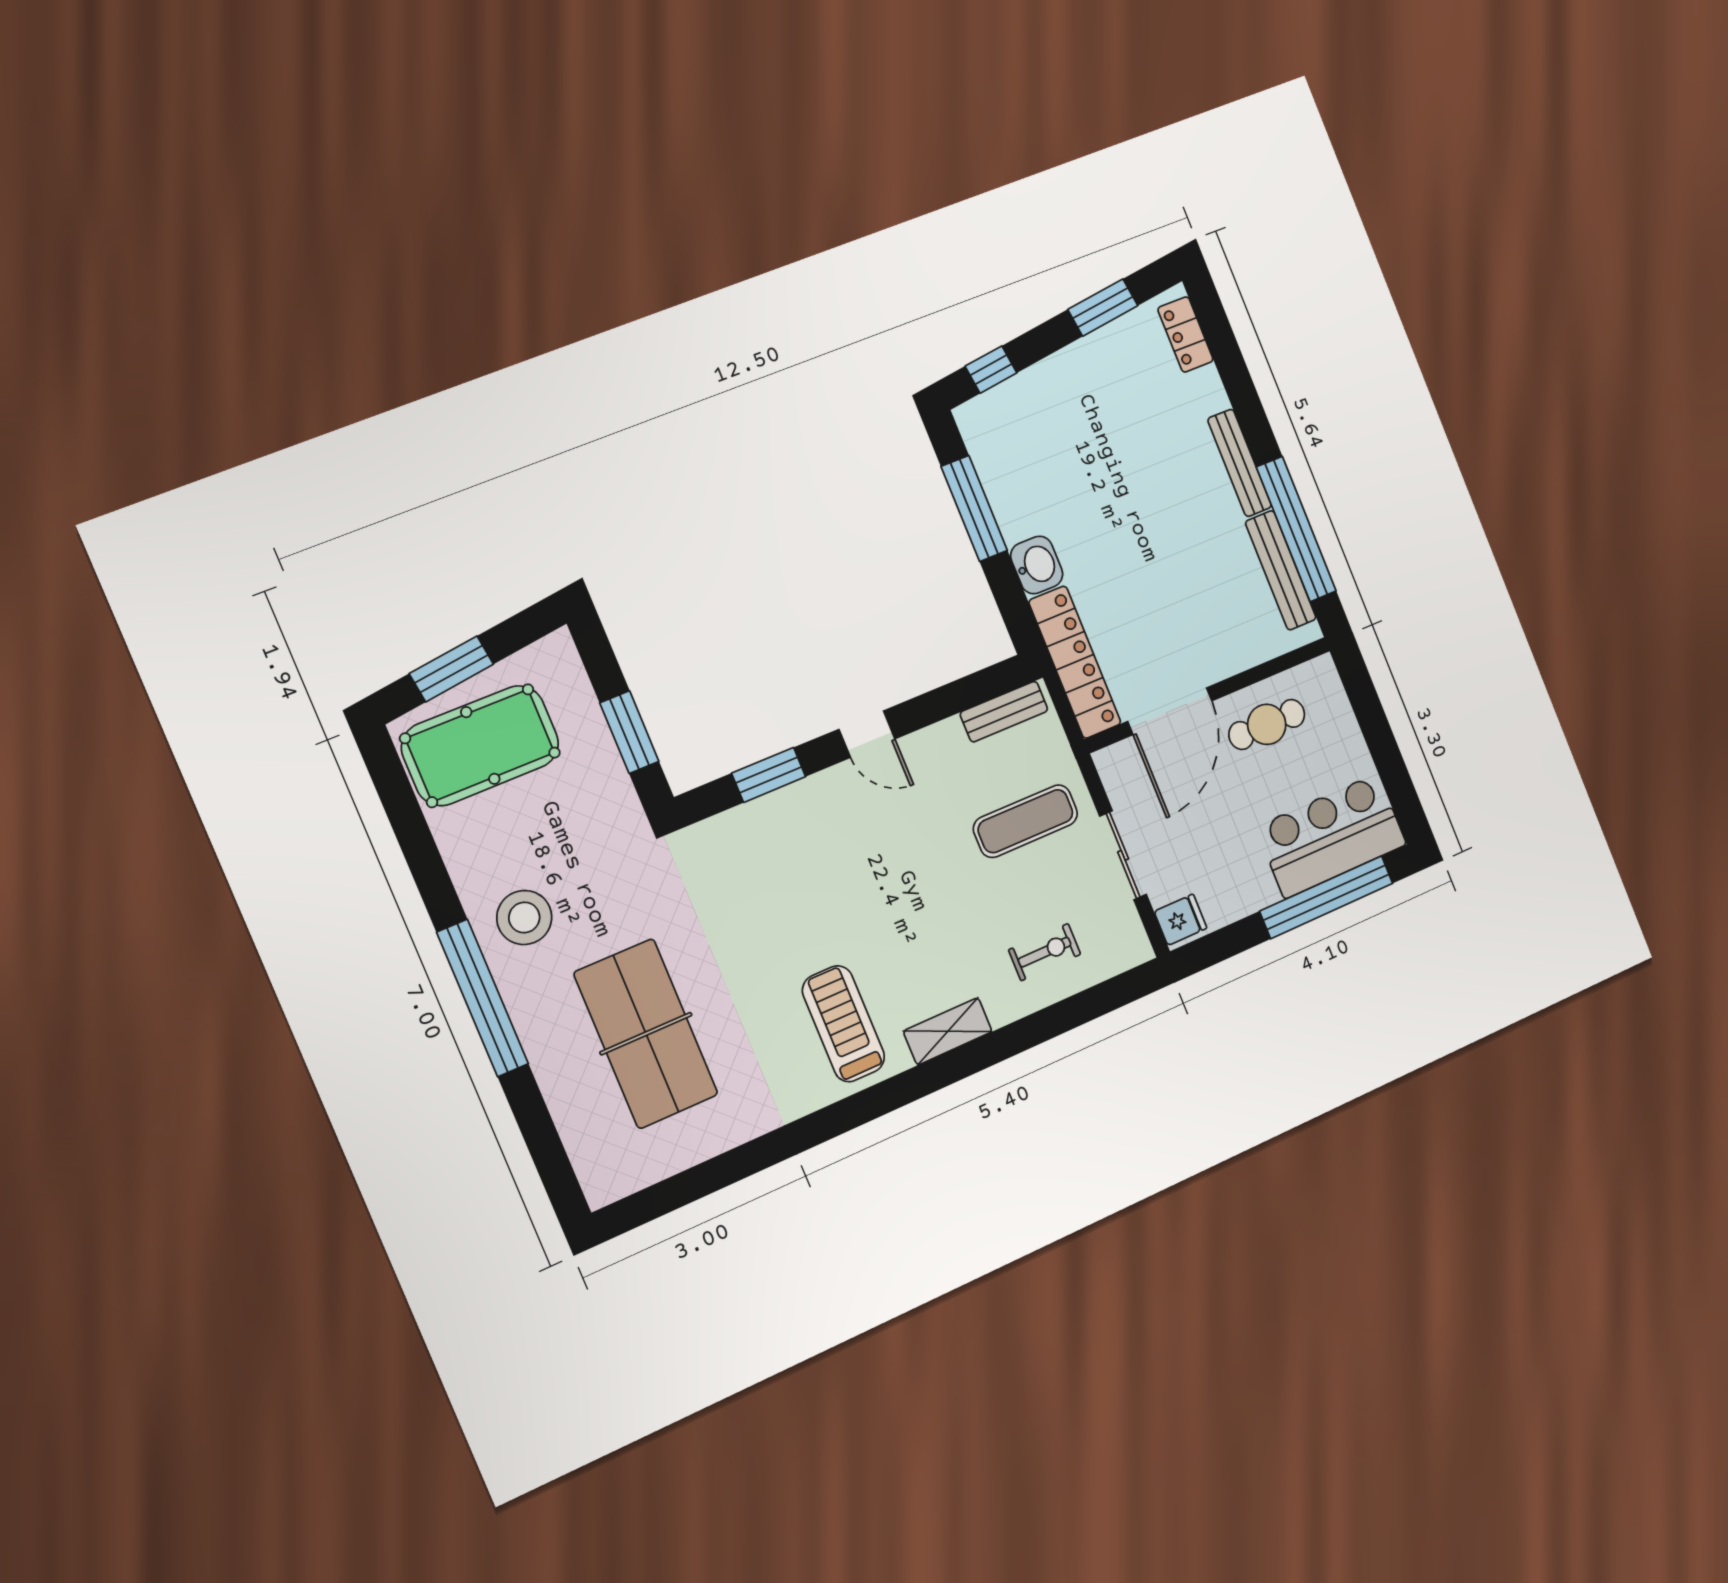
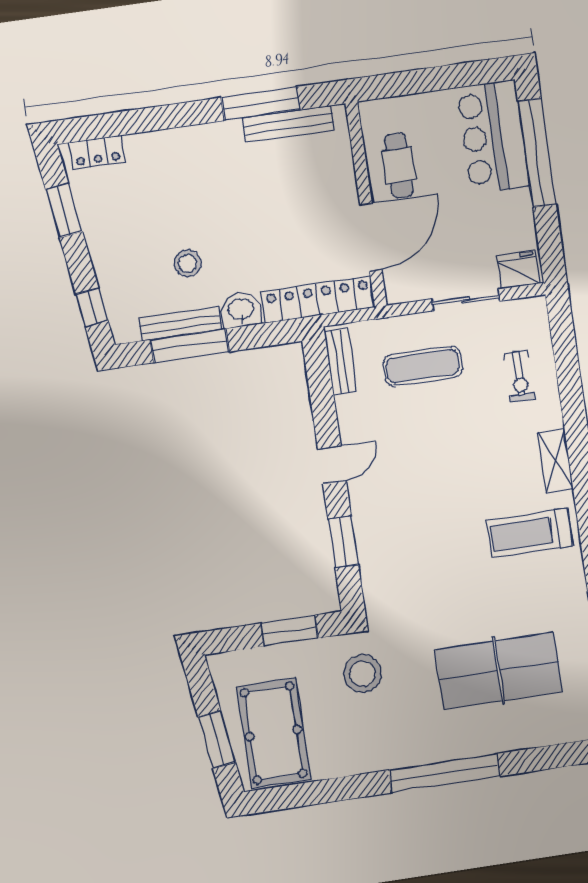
bench: (1240, 463) -> (180, 324), moved
stool: (1077, 482) -> (188, 263), added
window: (1296, 529) -> (260, 104), width x0.68
door: (1170, 711) -> (371, 237), hinge flipped
exercise mat: (1025, 821) -> (423, 366), turned 90
stool: (524, 918) -> (362, 674), moved
fridge: (1181, 920) -> (518, 270), width x1.38
exercise bike: (1045, 952) -> (519, 376), turned 180

